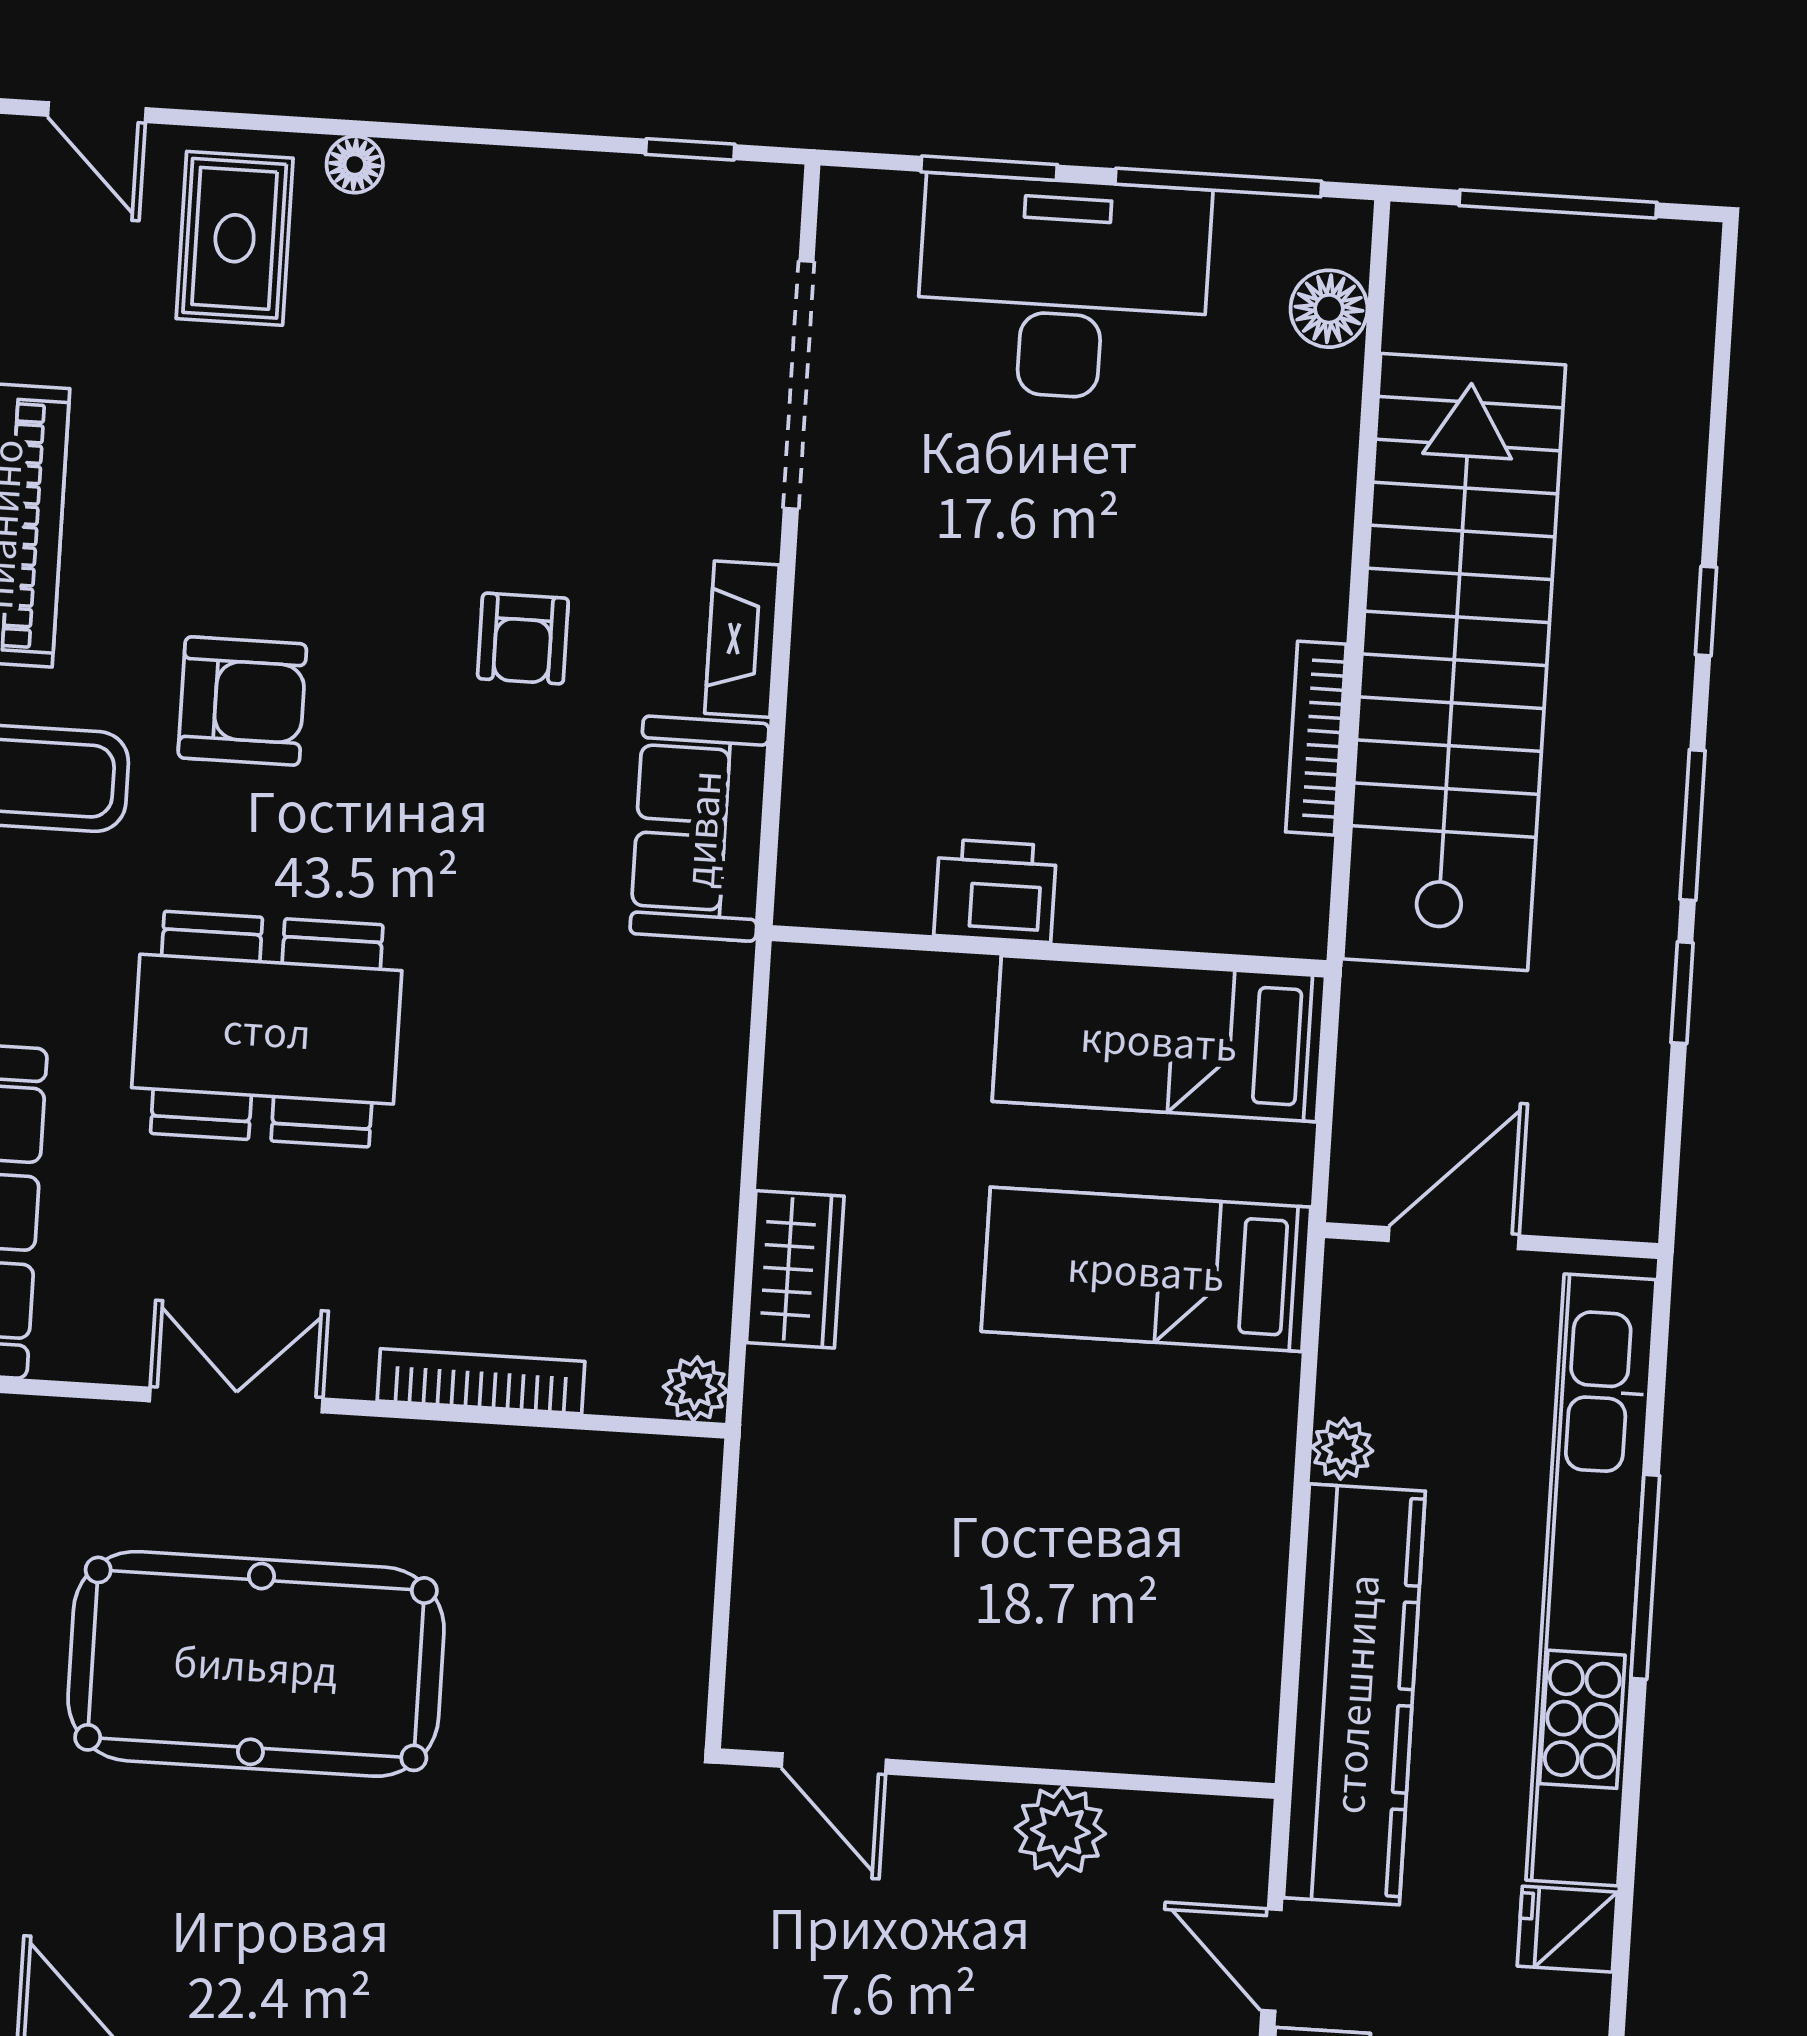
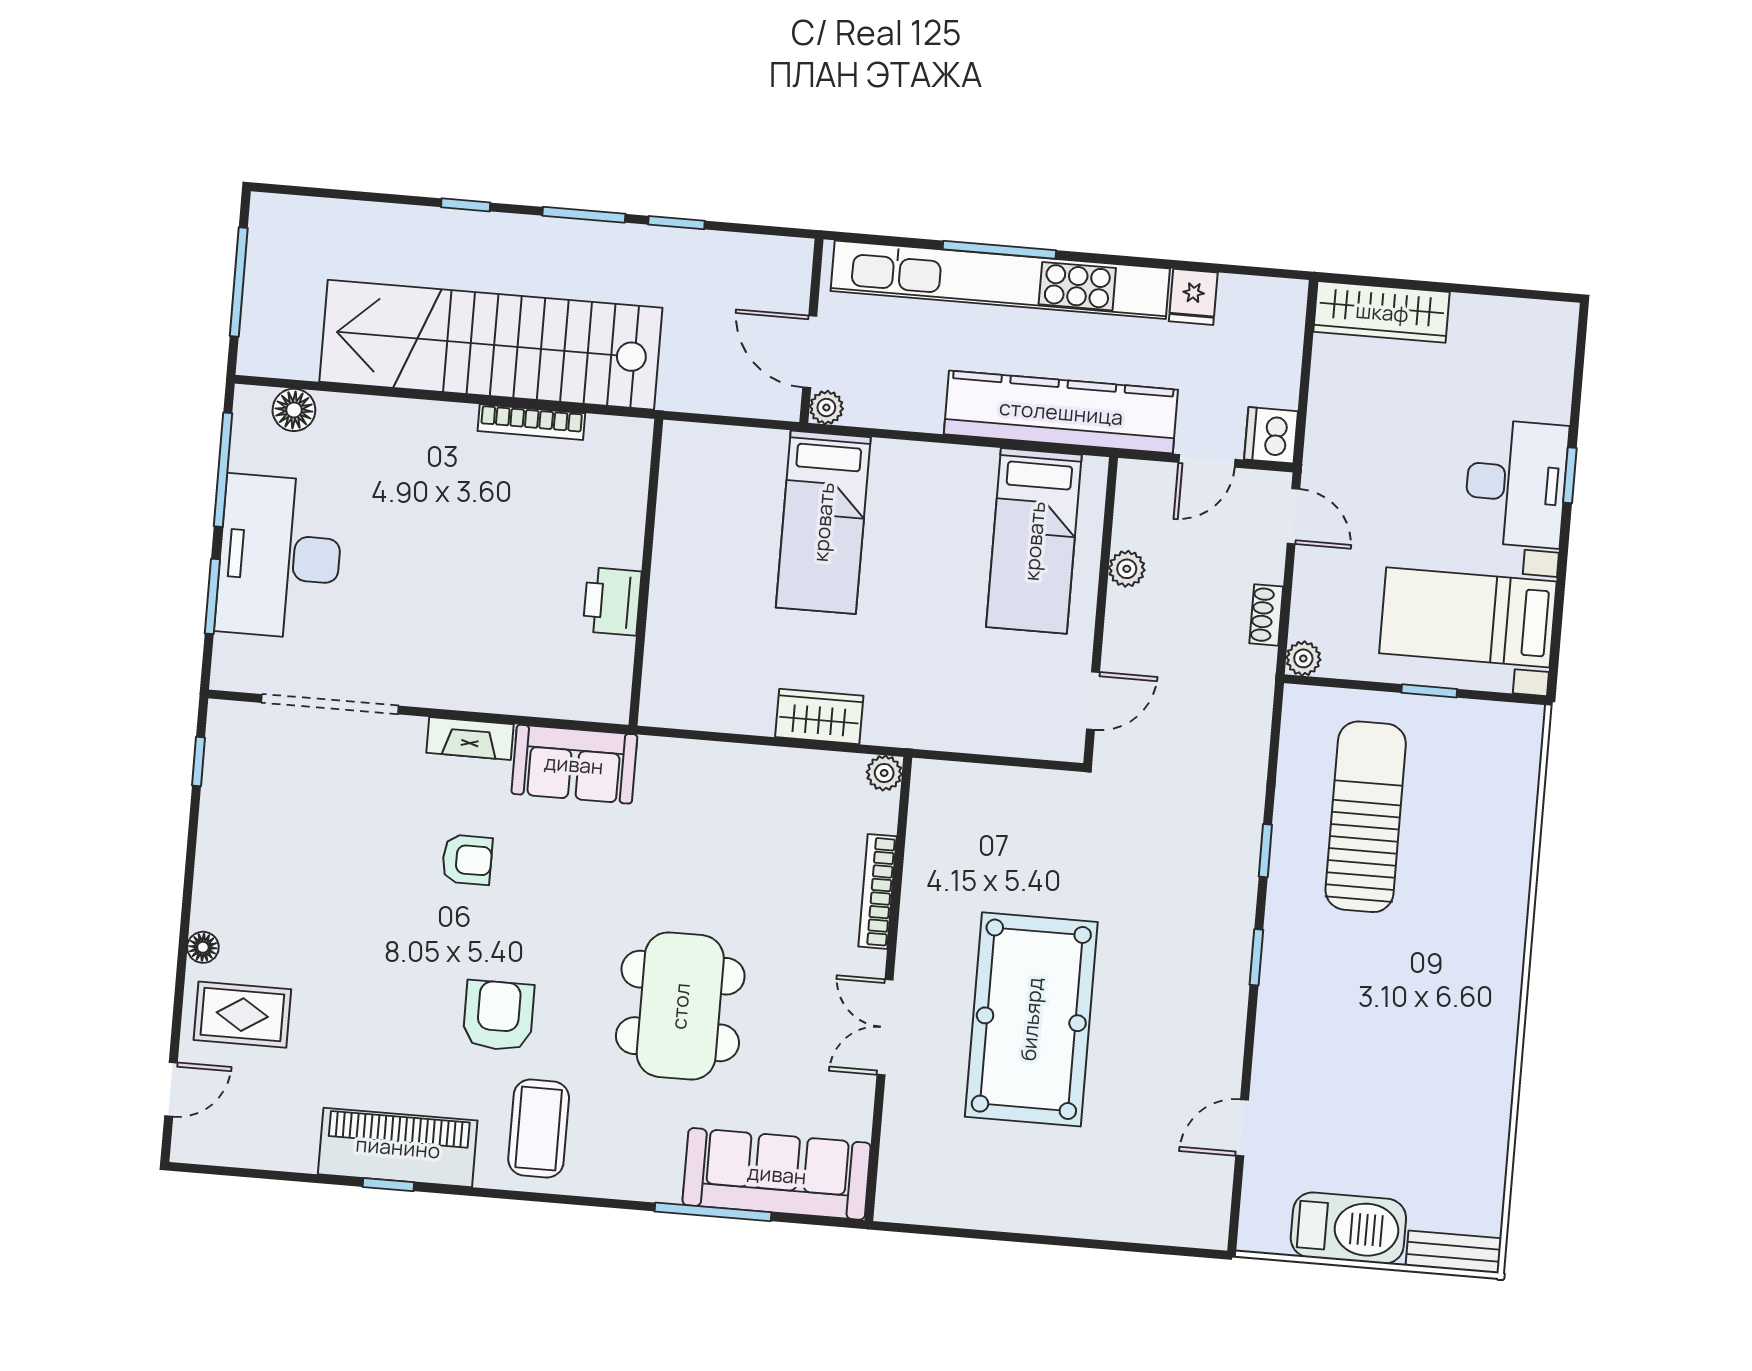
bed: (1159, 1039) -> (1034, 541), moved
plant: (1342, 1449) -> (826, 408), moved
plant: (1060, 1831) -> (1127, 569), width x0.73, depth x0.73

